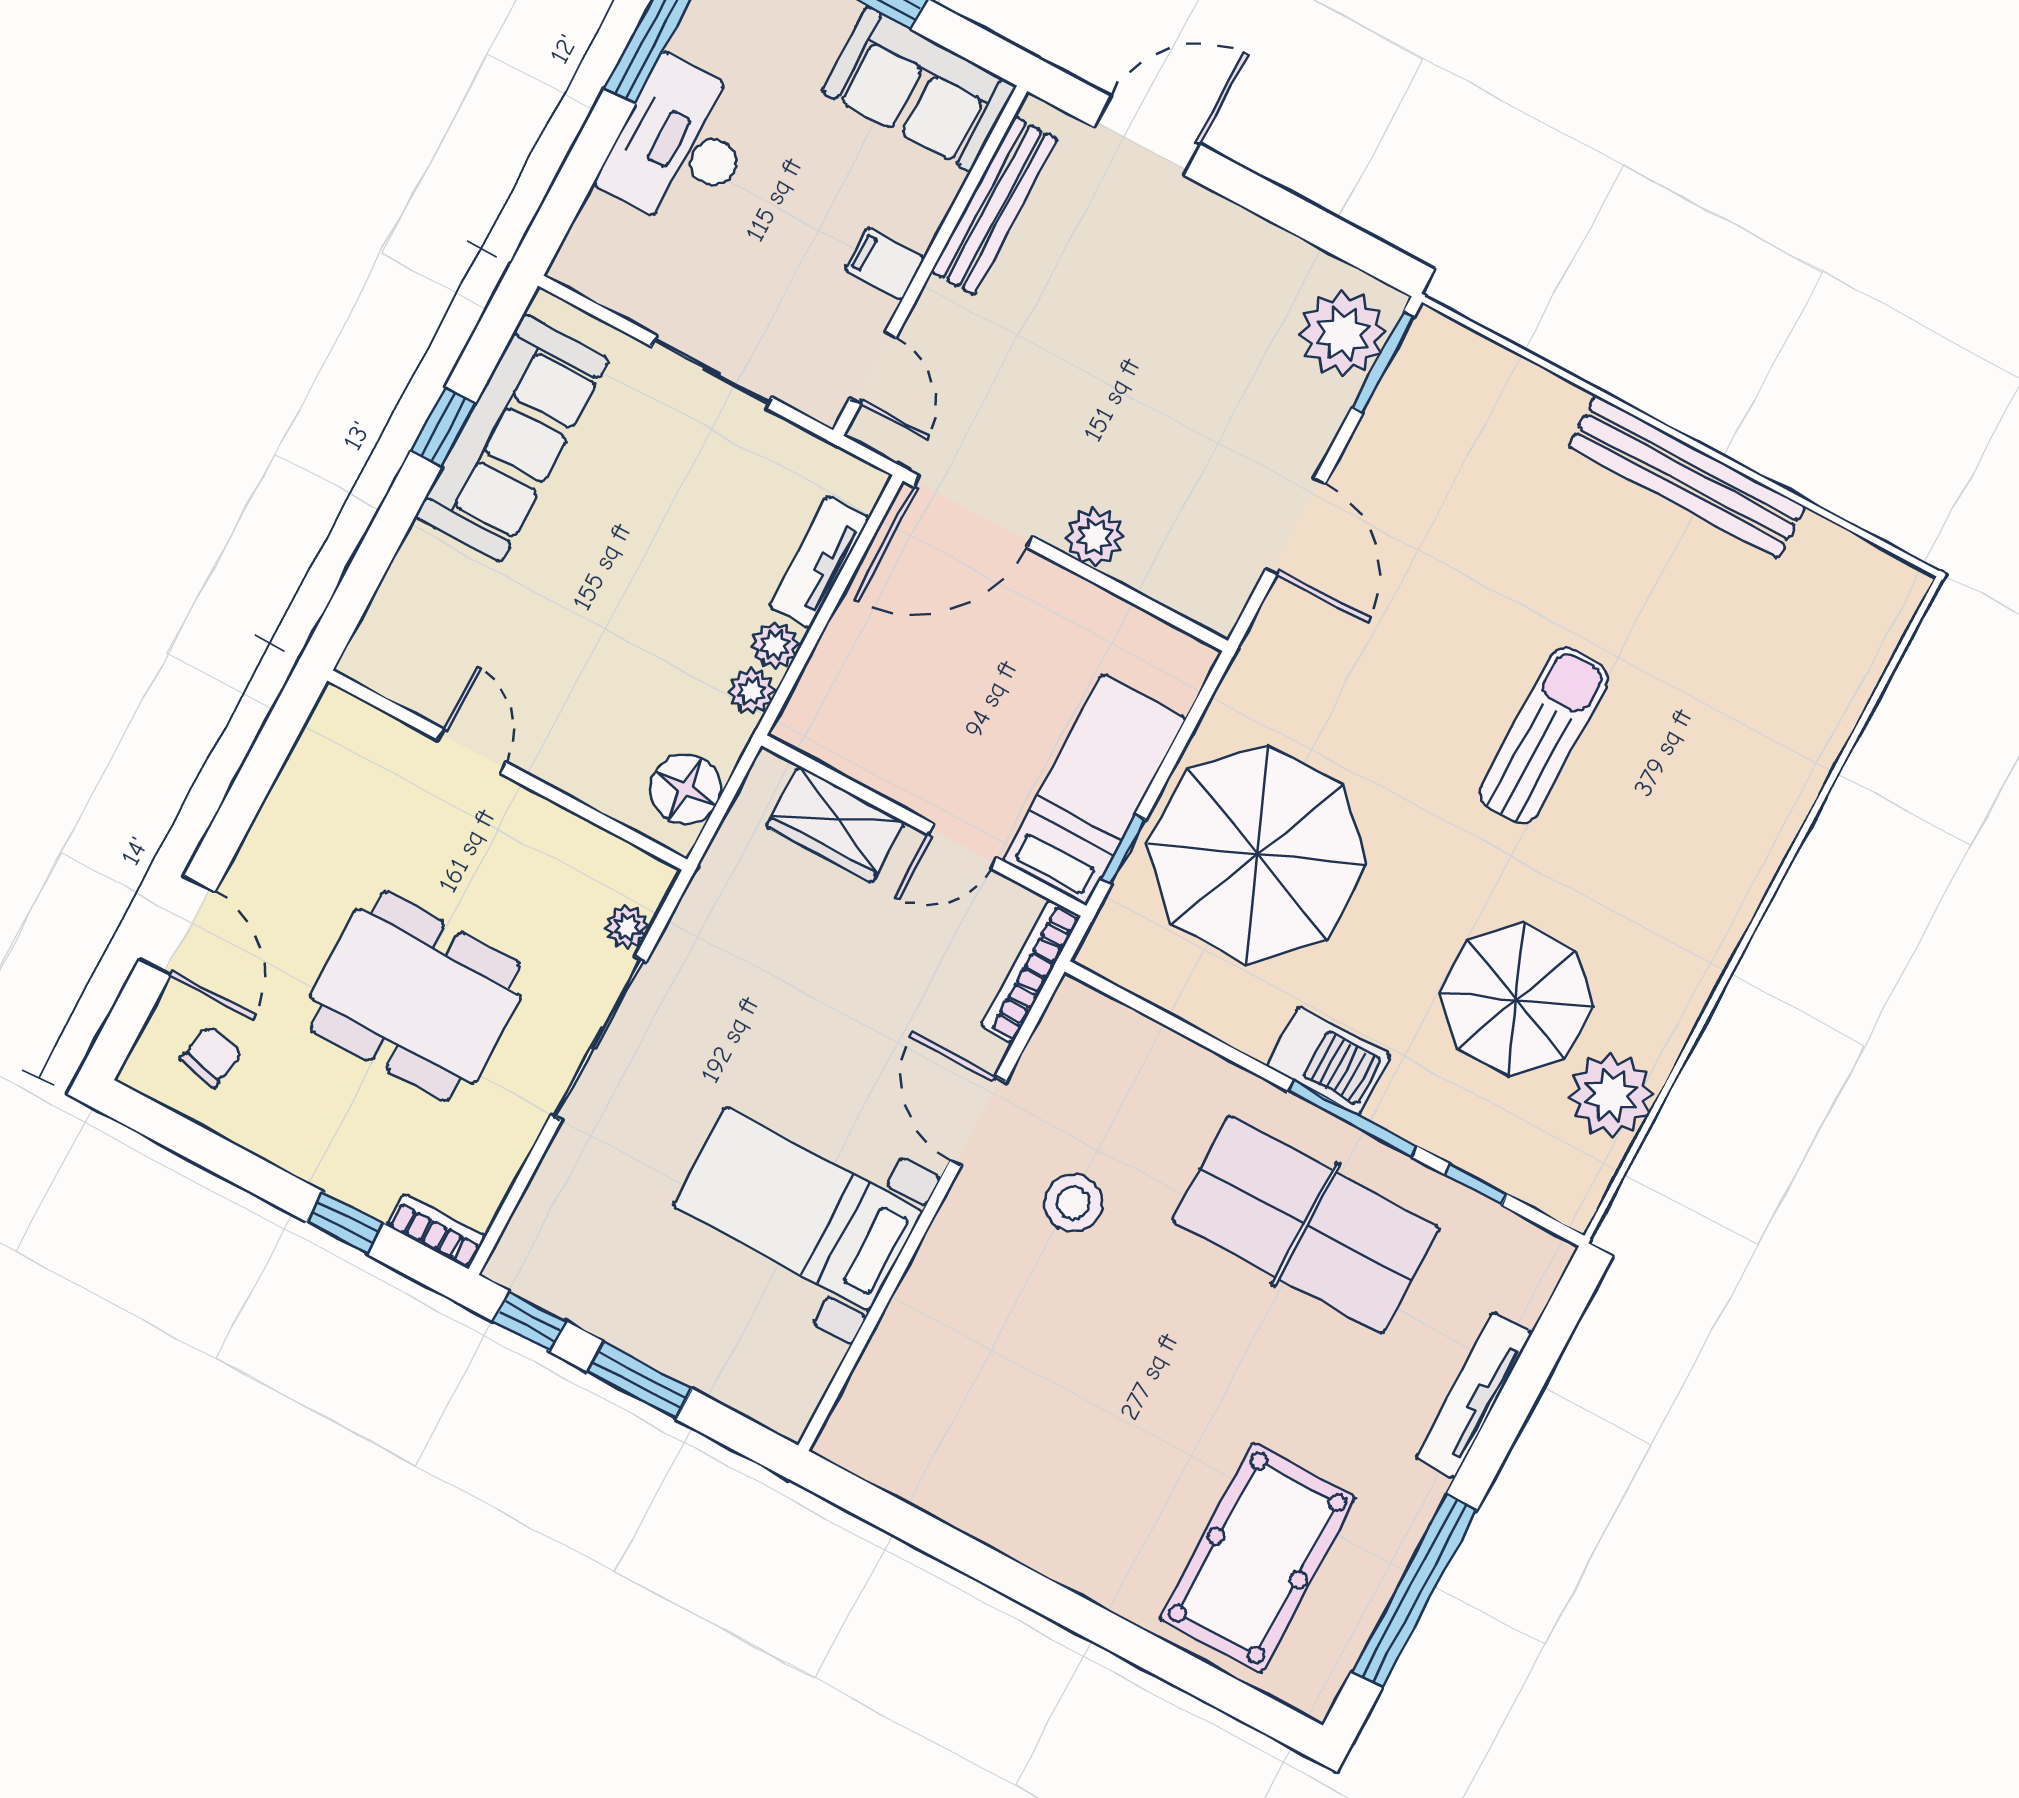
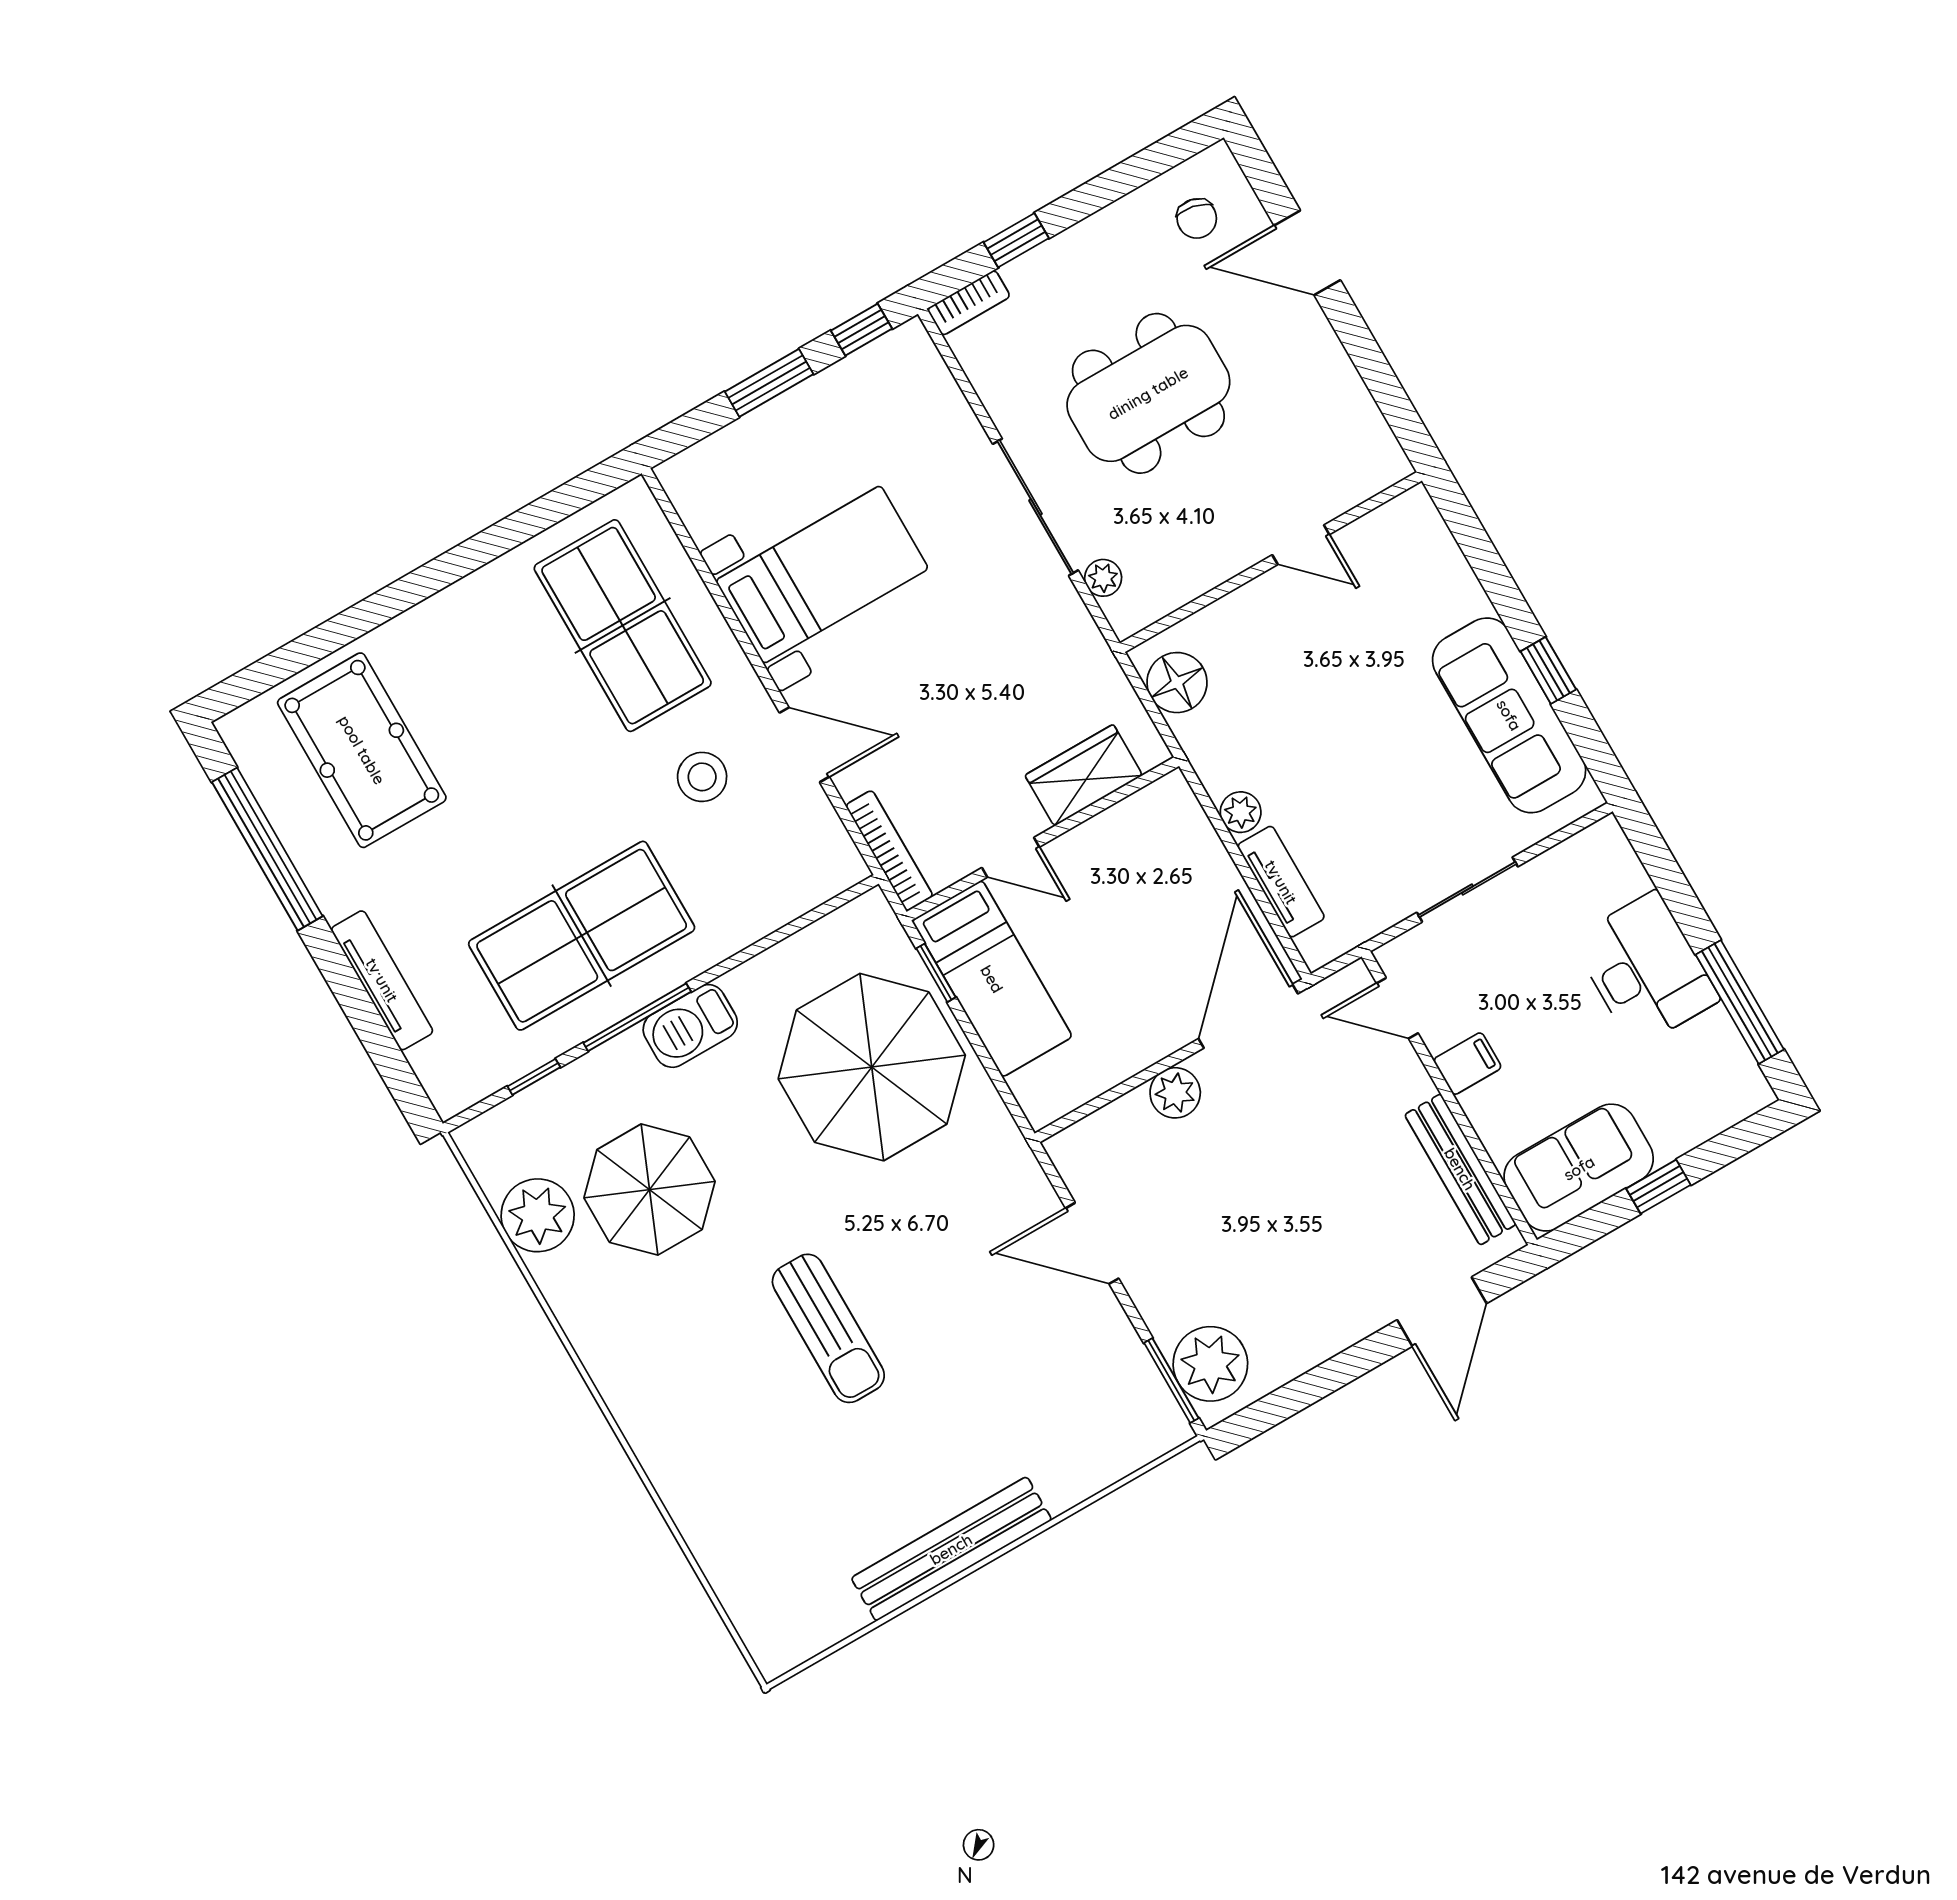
plant: (751, 691) -> (1218, 775), removed
door: (962, 846) -> (1011, 857), swing flipped
table tennis table: (972, 1376) -> (623, 626), added

